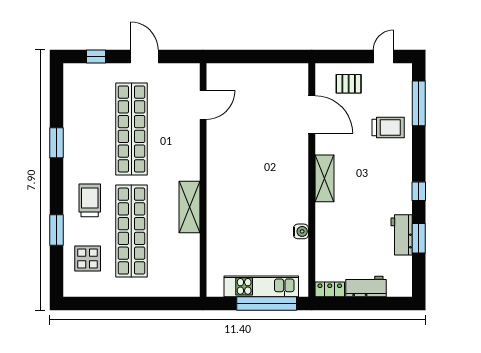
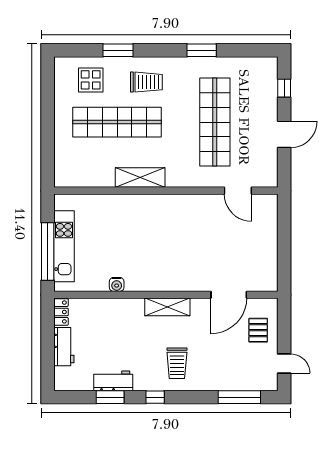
trolley: (388, 127) -> (177, 363), moved
shop shelf: (131, 129) -> (215, 122), turned 90

